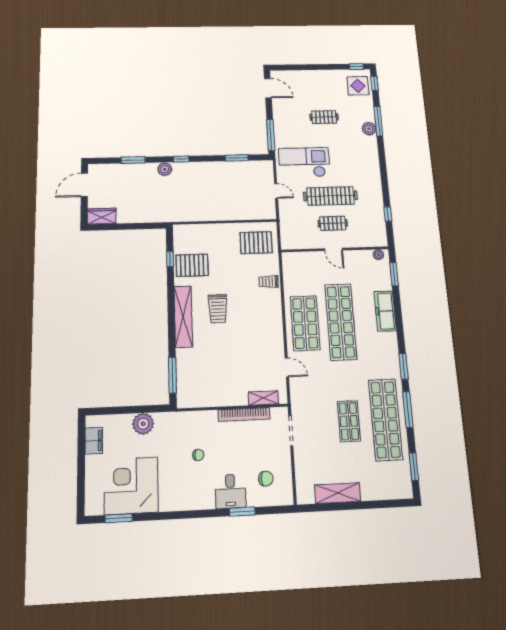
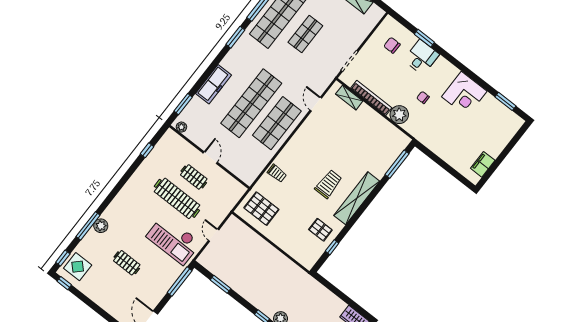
pallet: (192, 265) -> (320, 230), width x0.67, depth x0.71
plant: (143, 424) -> (399, 115), moved
corner desk: (131, 486) -> (464, 94), moved, width x0.74, depth x0.74

